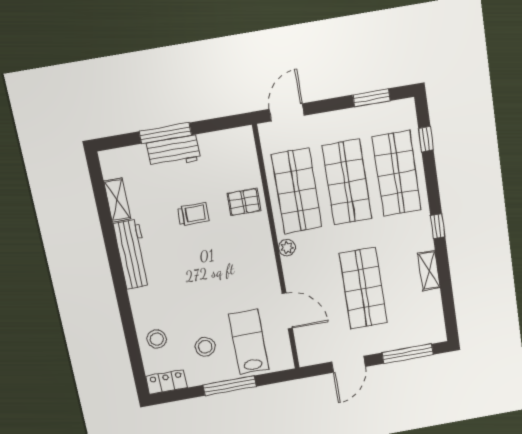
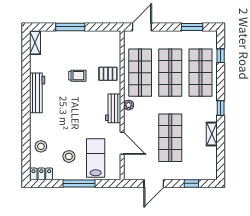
workbench: (174, 152) -> (113, 108), moved, turned 90
shelving: (117, 200) -> (35, 43), moved
window: (408, 354) -> (191, 183), width x0.46

